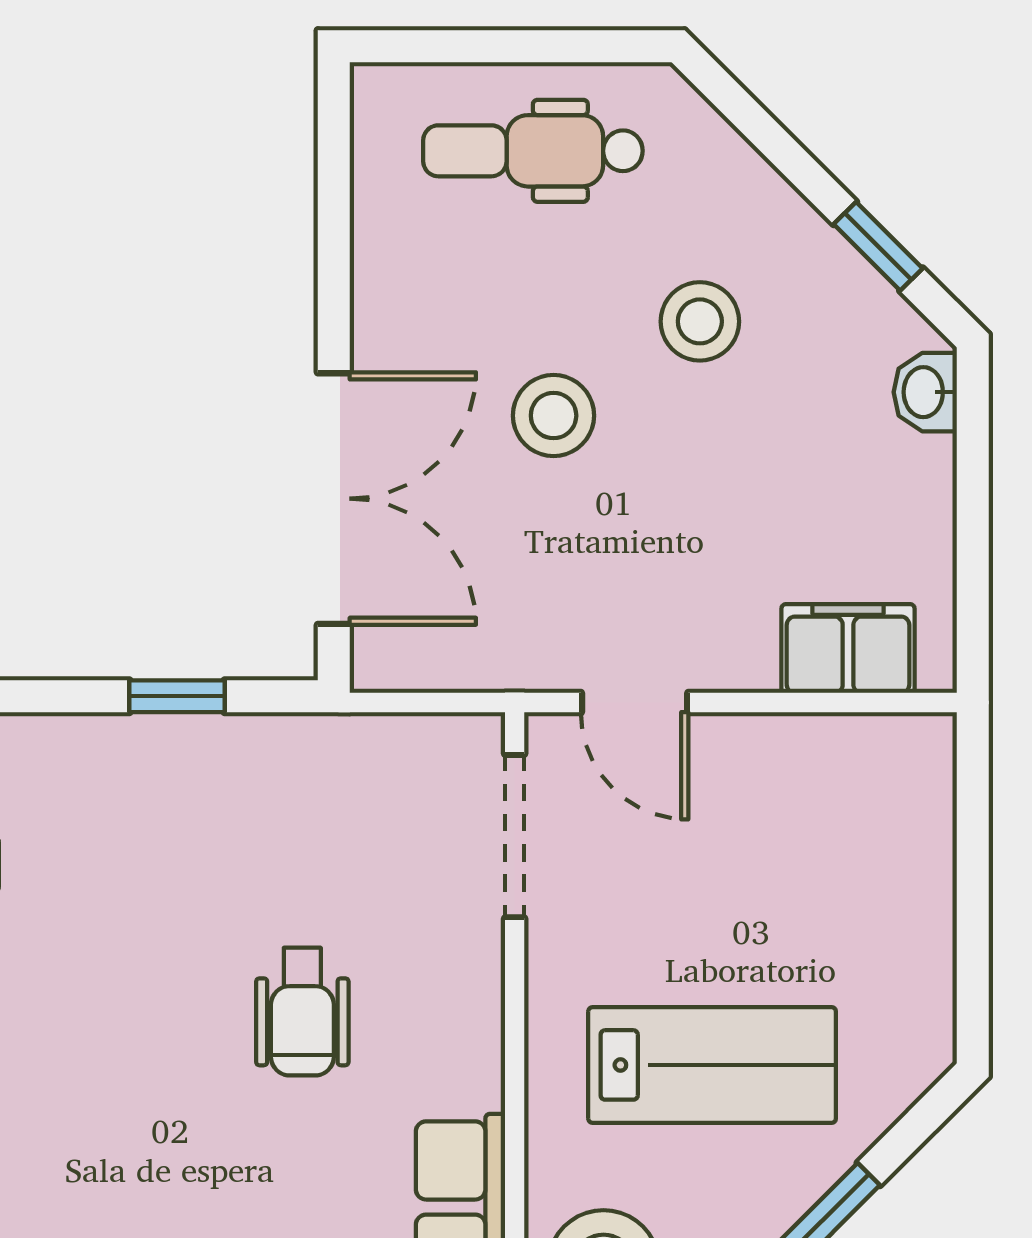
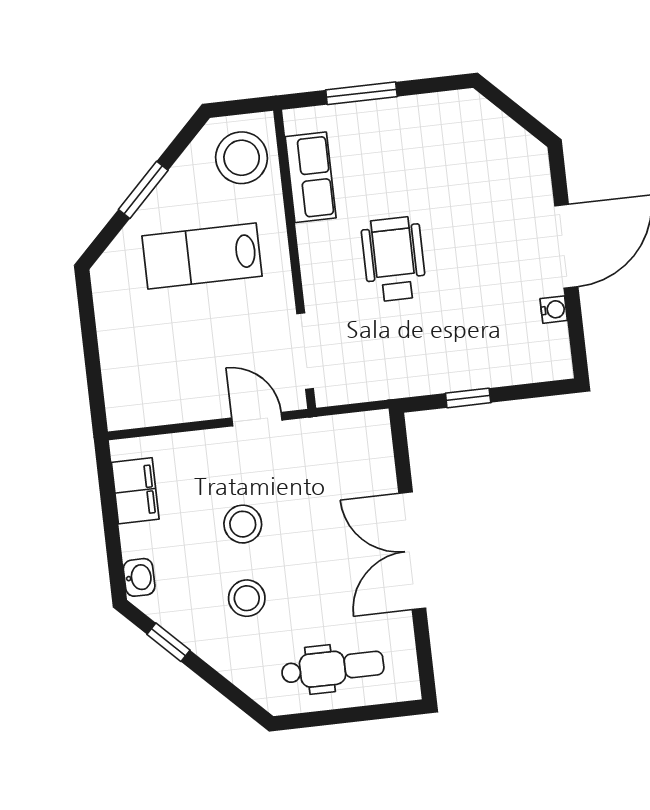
stool: (554, 416) -> (243, 524), moved
double door: (334, 499) -> (412, 551), moved
filing cabinet: (848, 649) -> (135, 491), moved, turned -90
wheelchair: (302, 1012) -> (394, 259), width x1.36, depth x1.37

